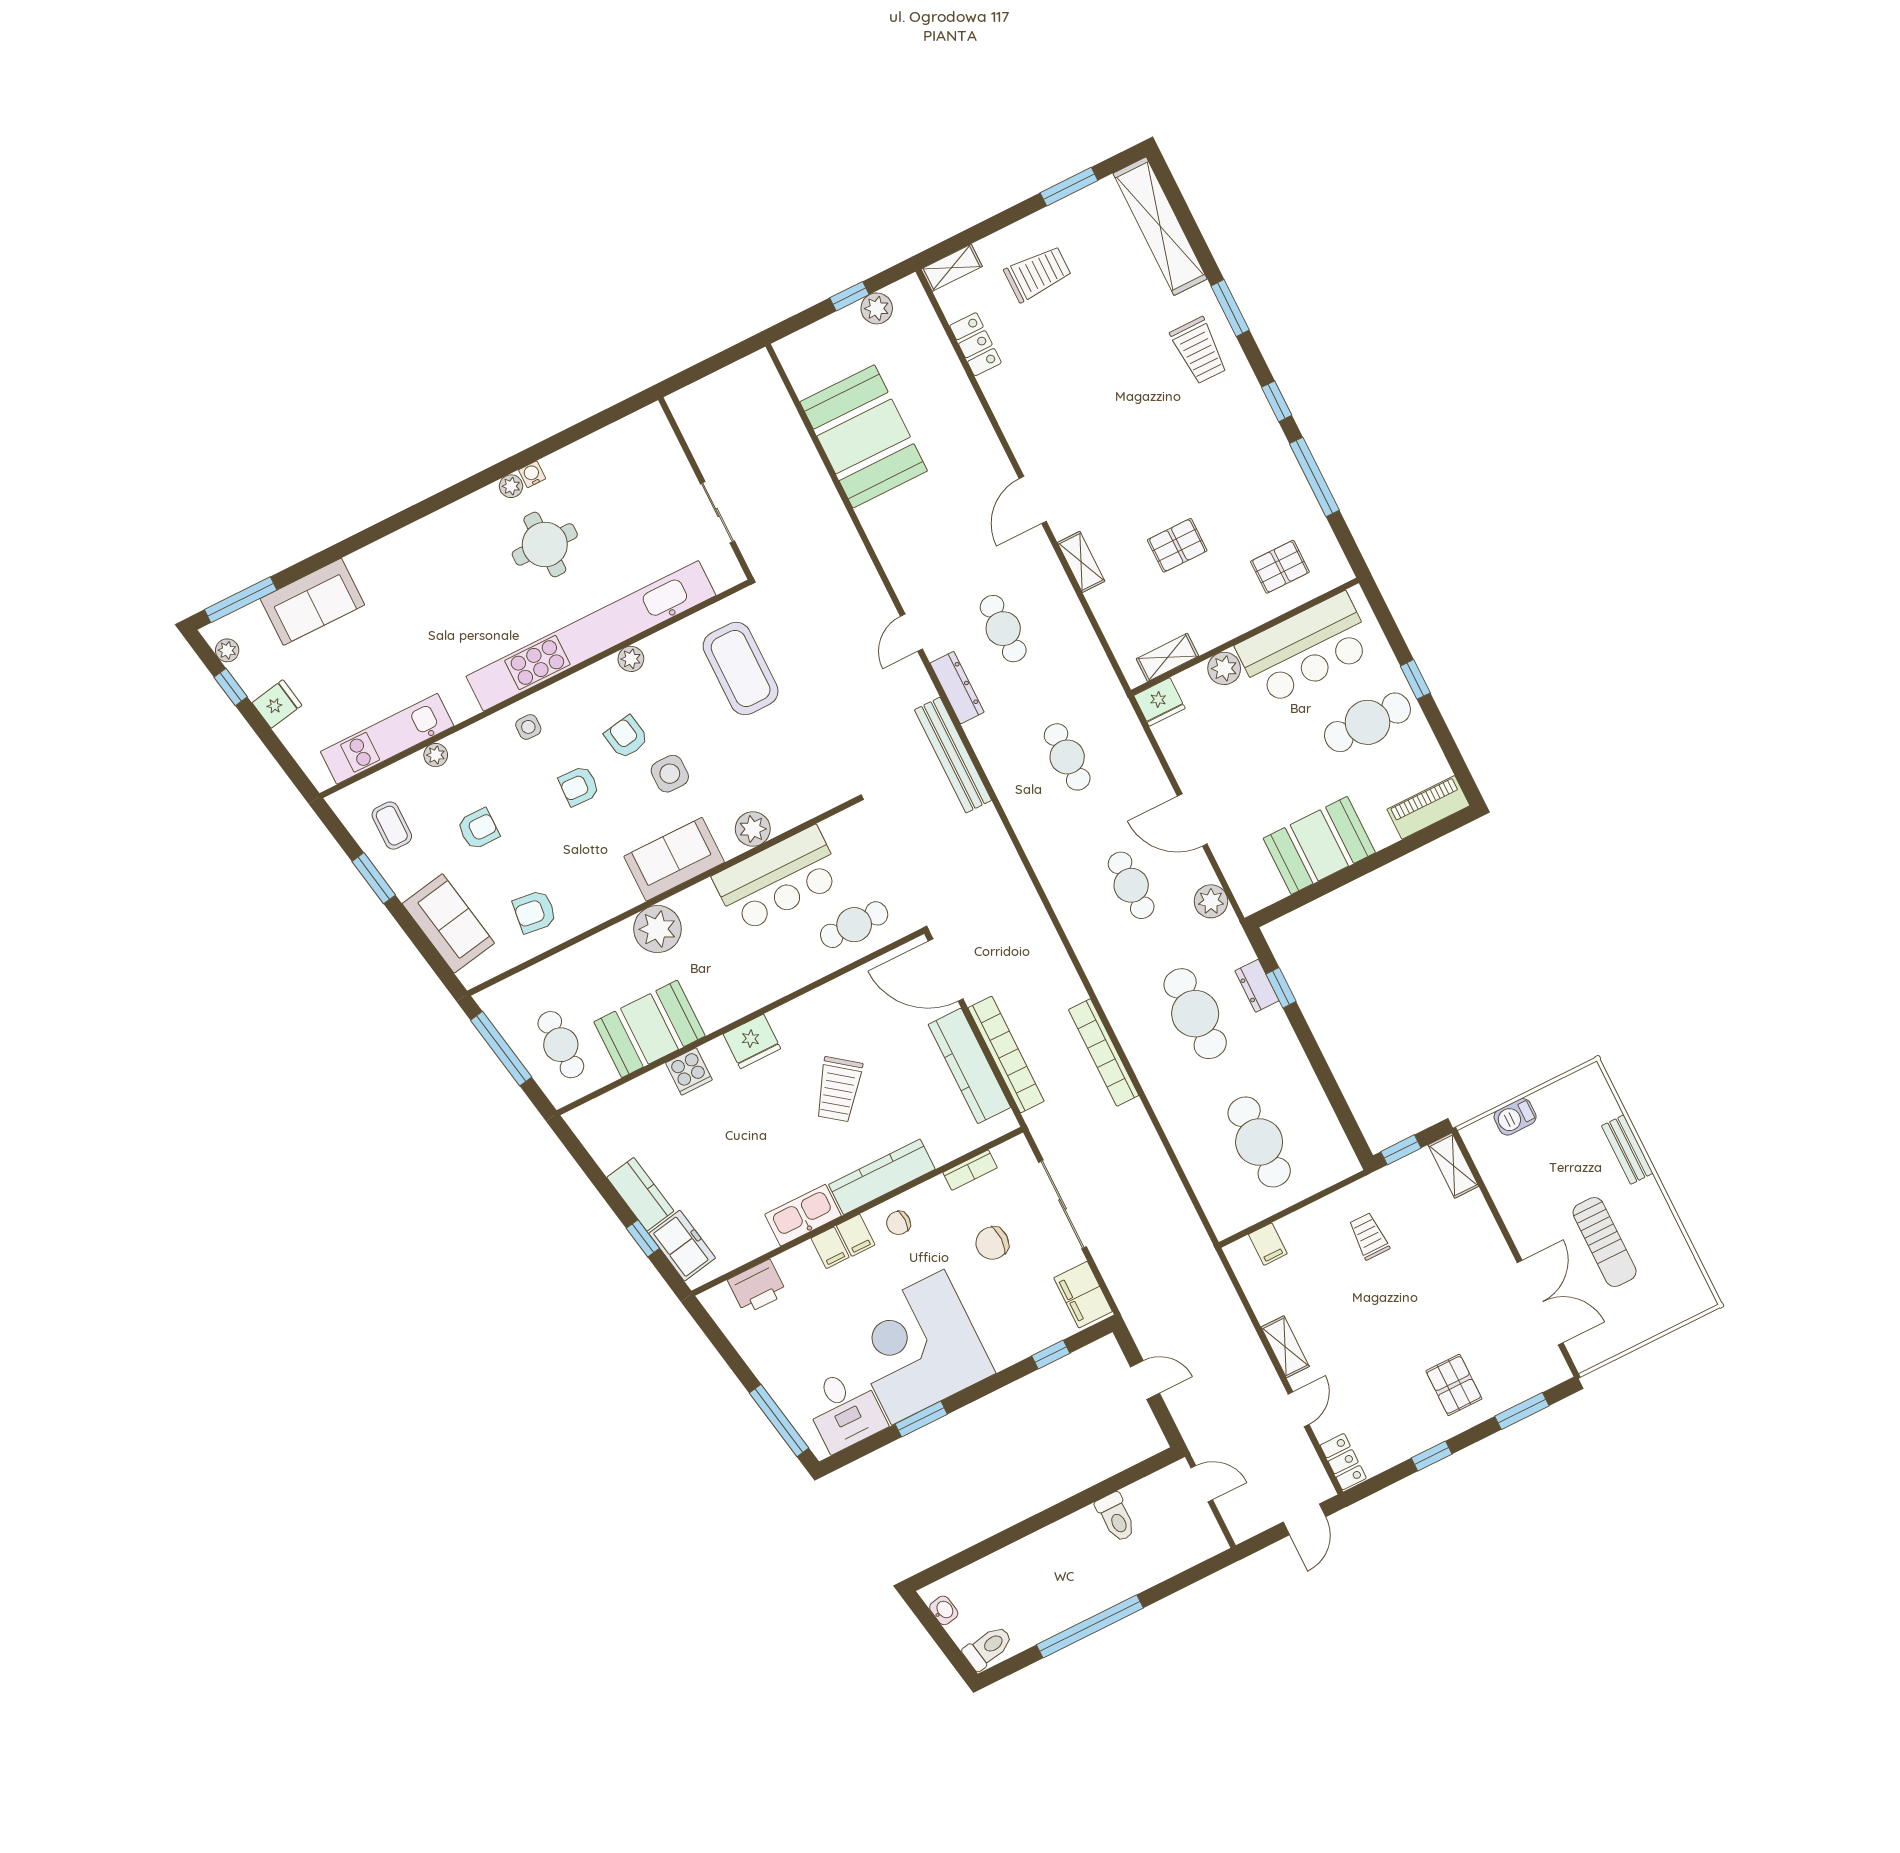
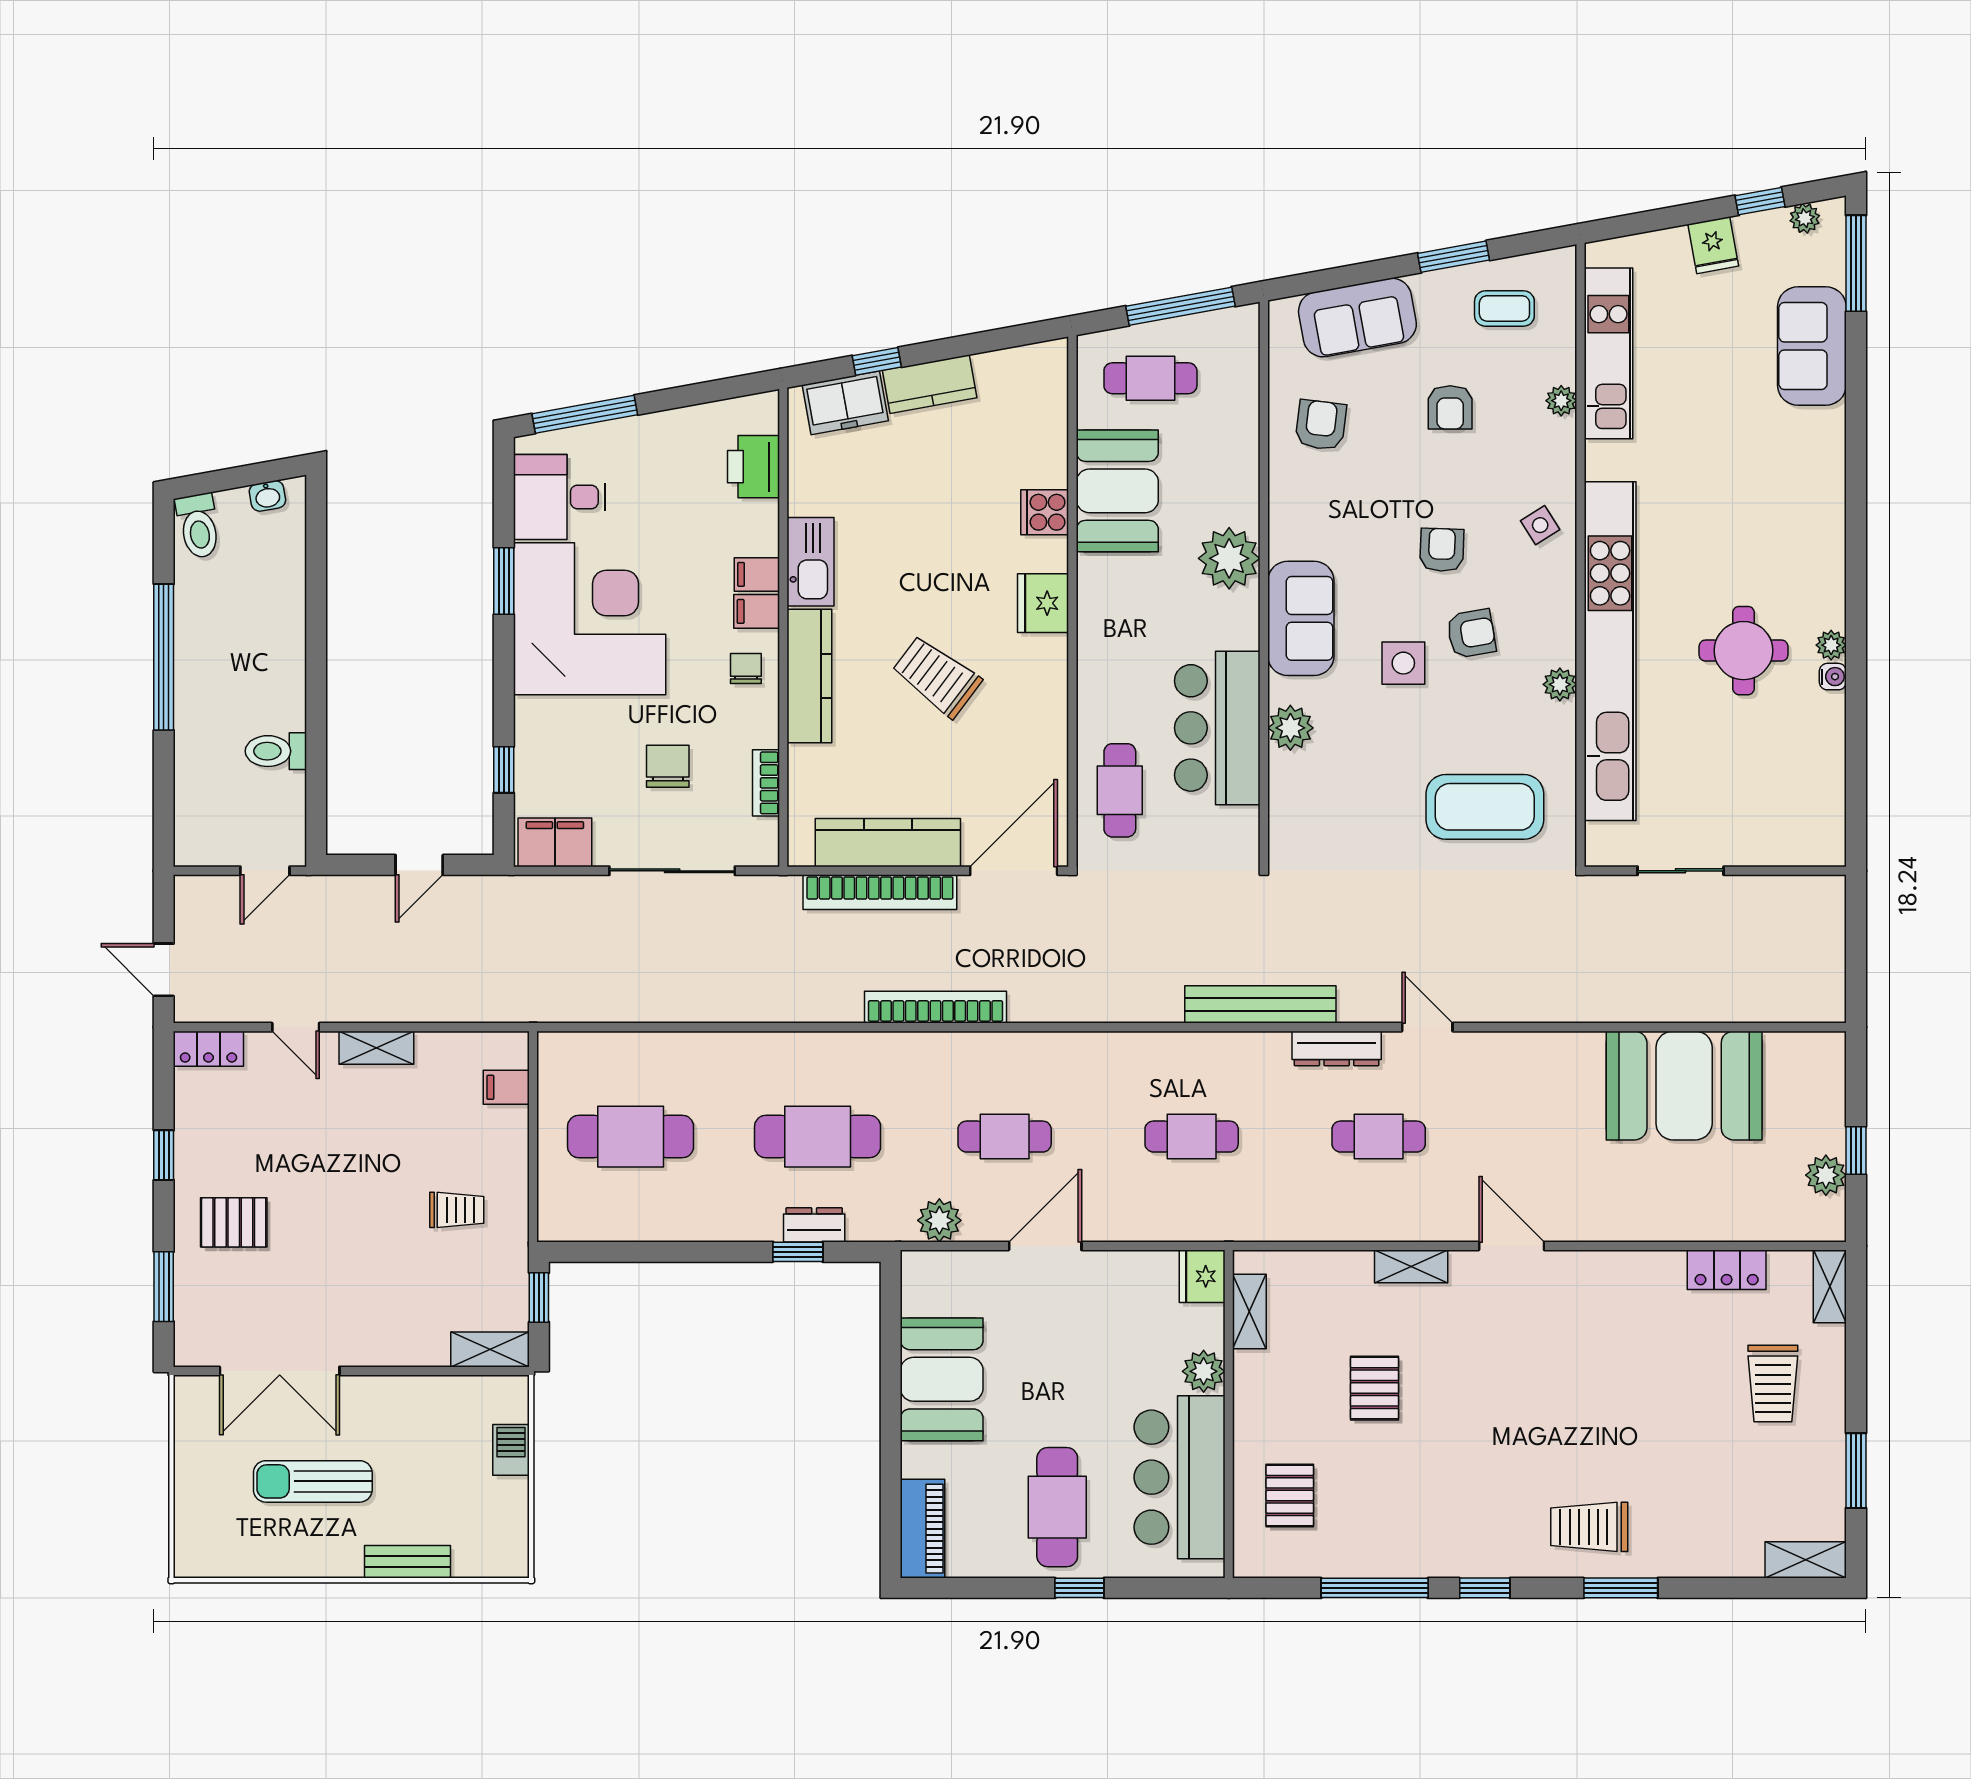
shelving: (1160, 226) -> (1806, 1560), width x0.45, depth x0.75
side table: (528, 727) -> (1540, 525), turned -32
bookcase: (1104, 1053) -> (935, 1007), moved

